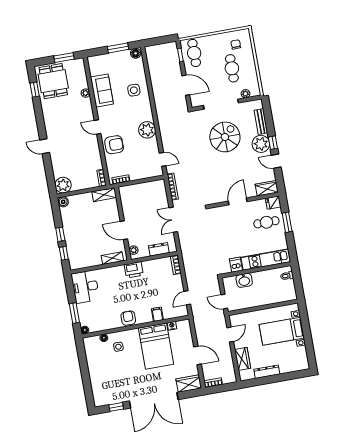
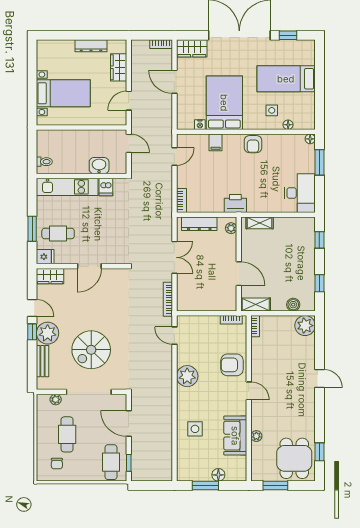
floor lamp: (136, 53) -> (218, 475), moved
boiler: (63, 202) -> (293, 305), moved
door: (124, 230) -> (239, 274), moved
window: (60, 234) -> (319, 283), moved
dresser: (159, 249) -> (199, 224), width x1.44
bed: (112, 373) -> (286, 79), added

